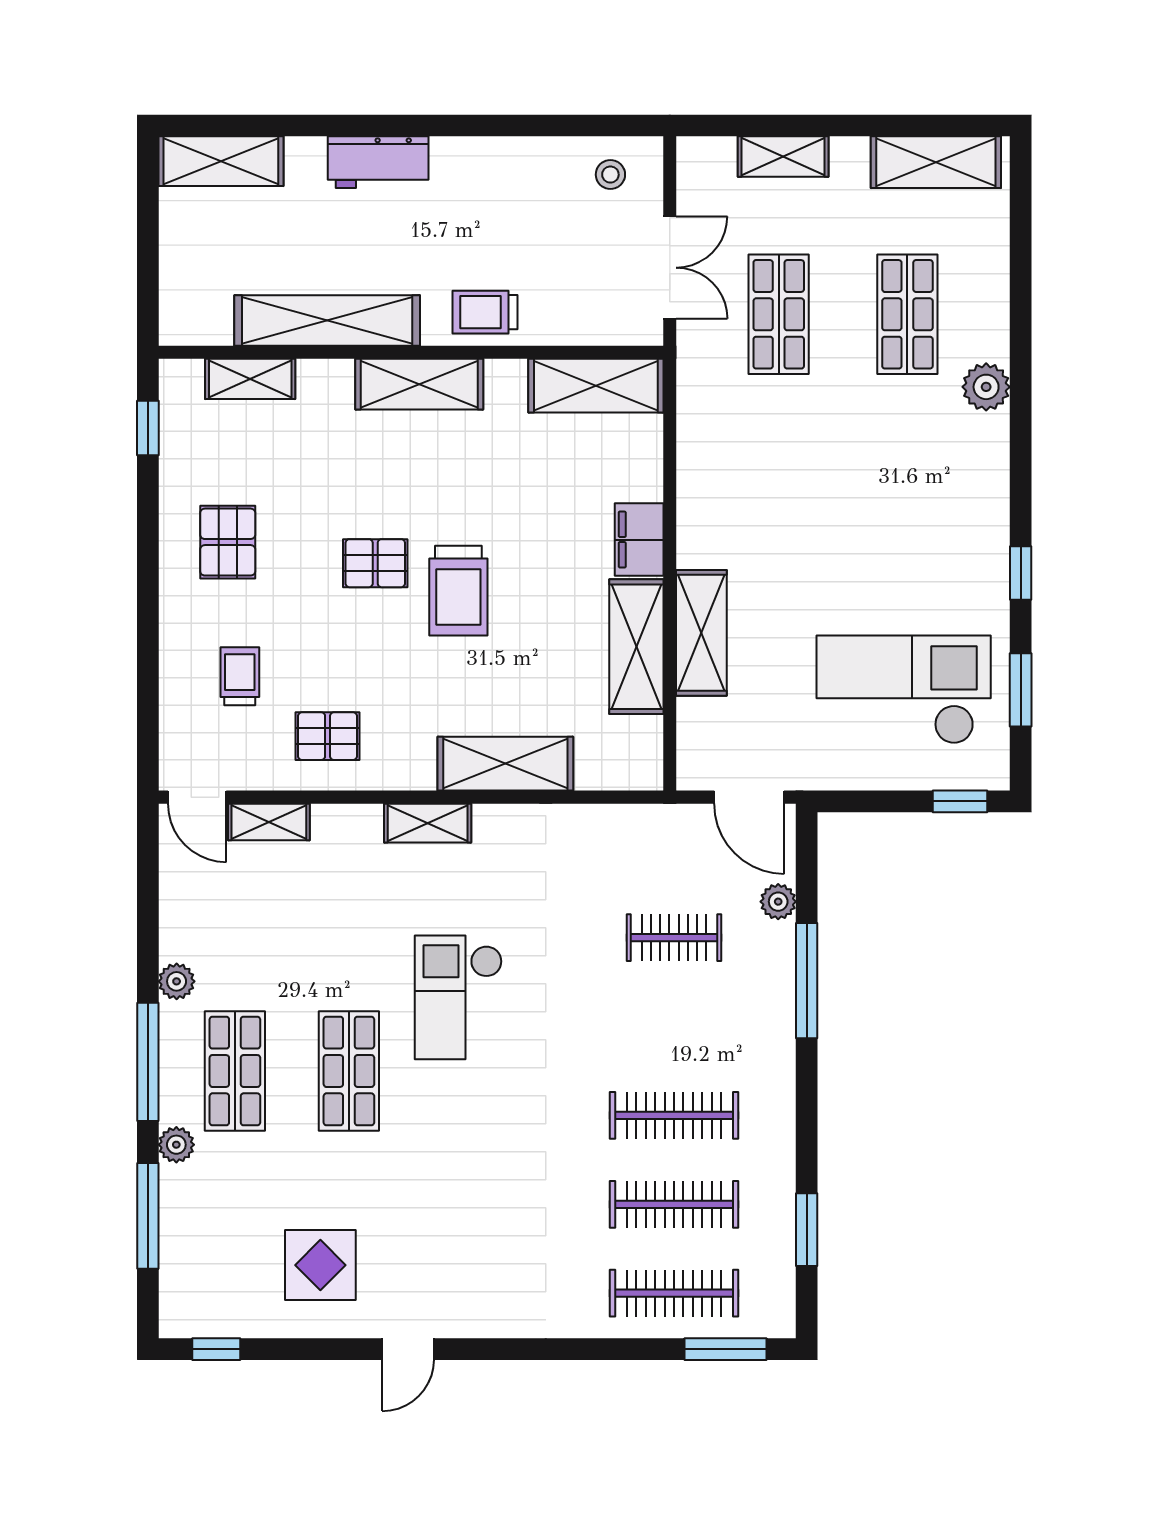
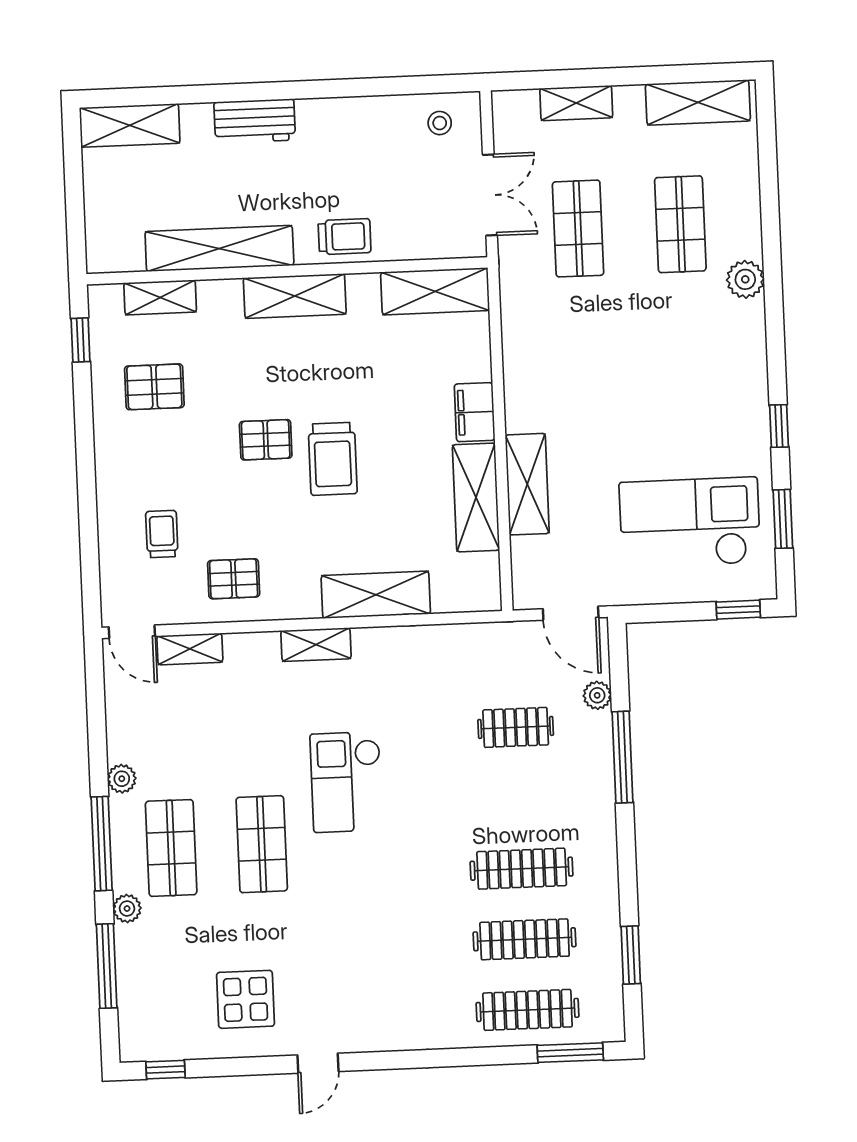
trolley: (485, 312) -> (345, 237), turned 180
pallet: (228, 542) -> (154, 387), moved, turned 90

